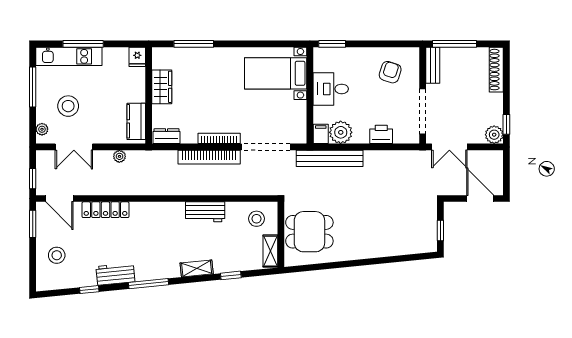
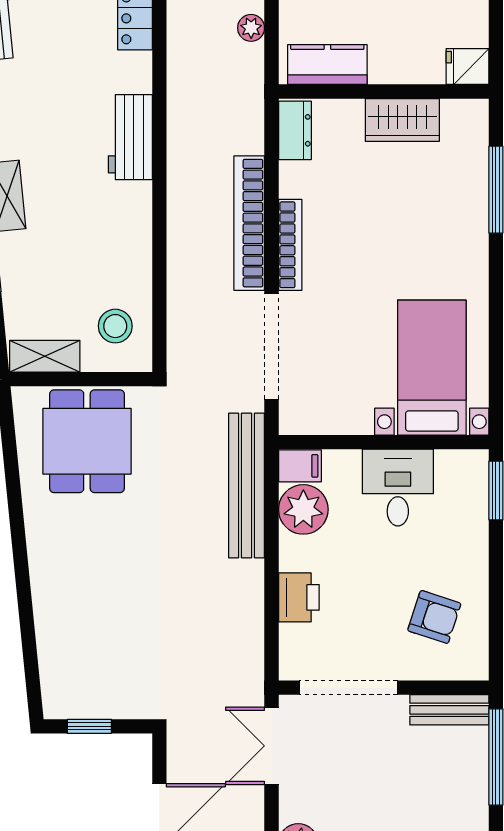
workbench: (205, 212) -> (130, 137), moved

